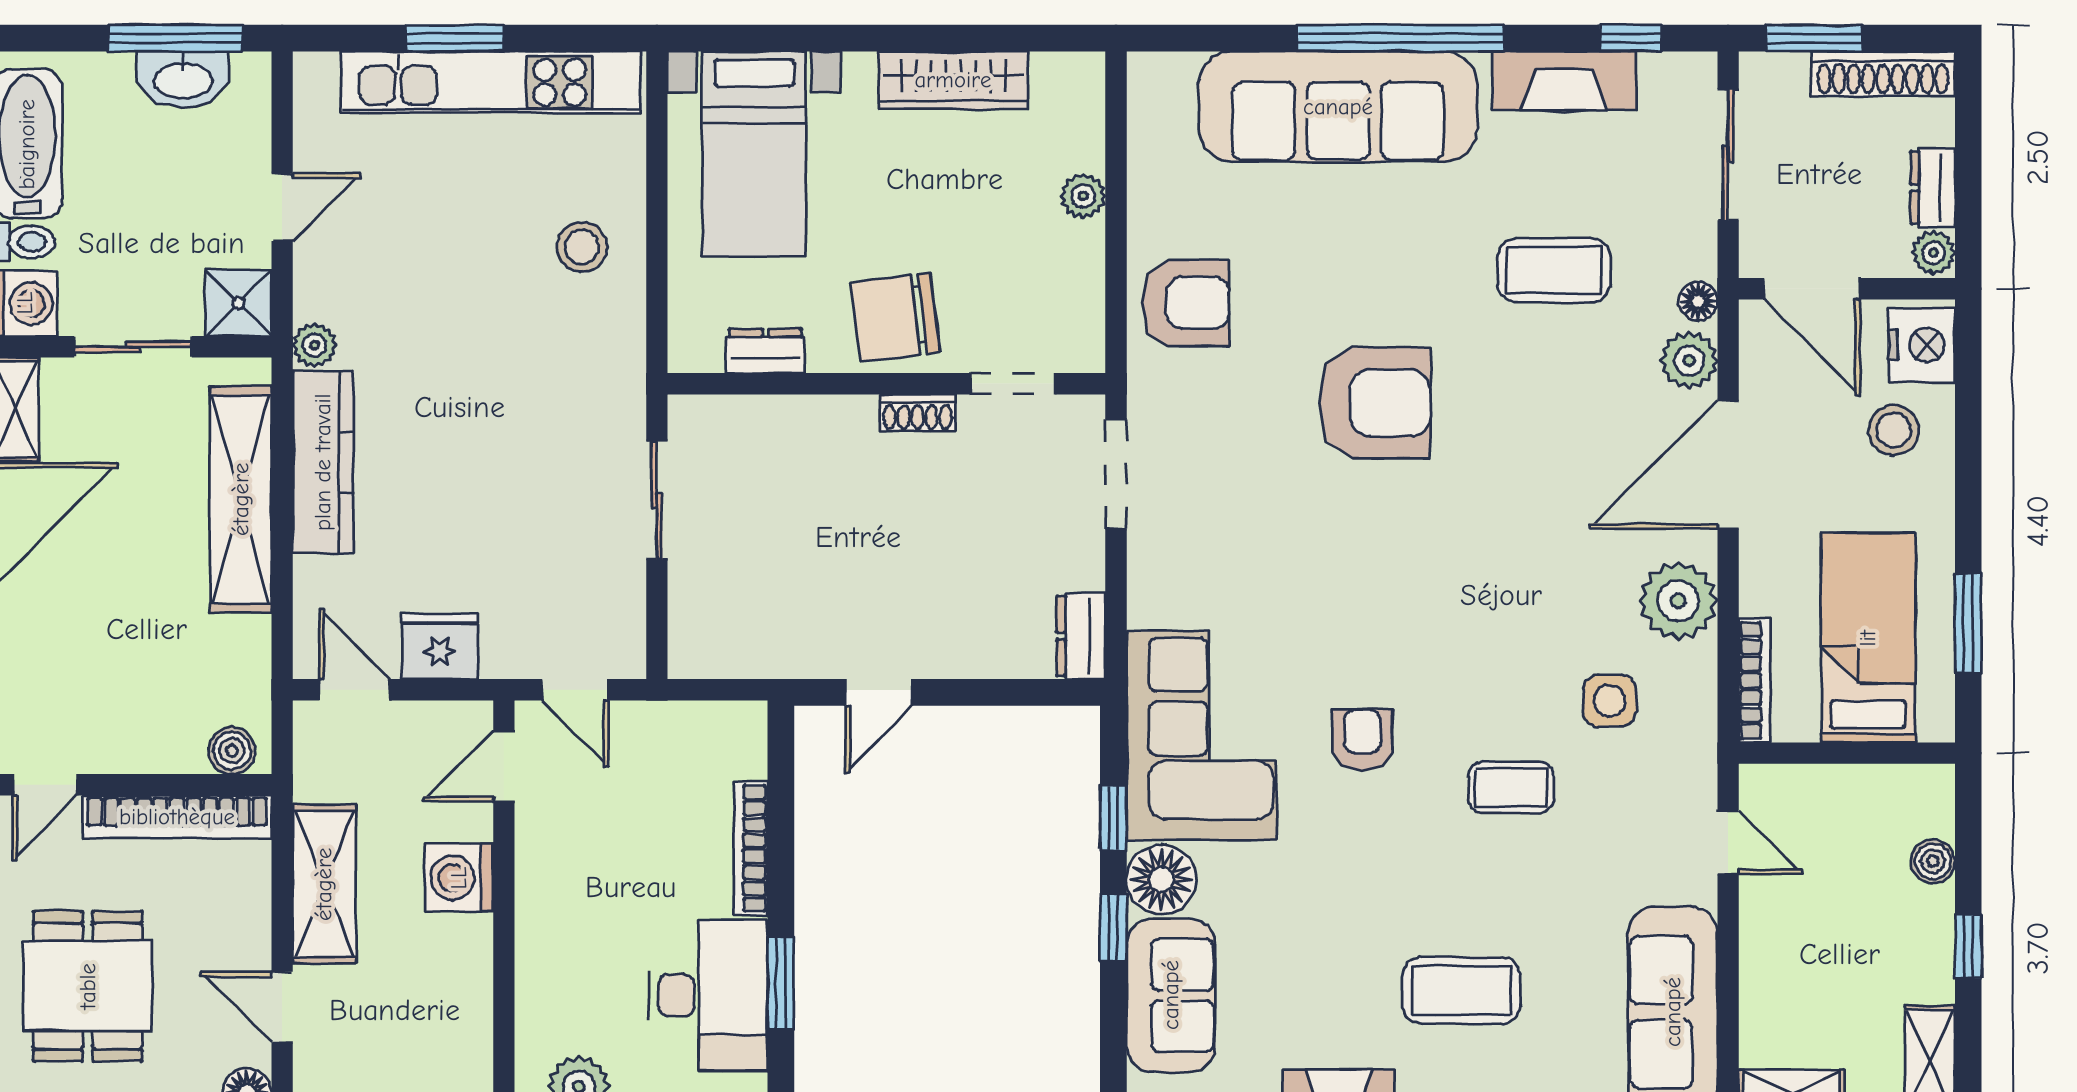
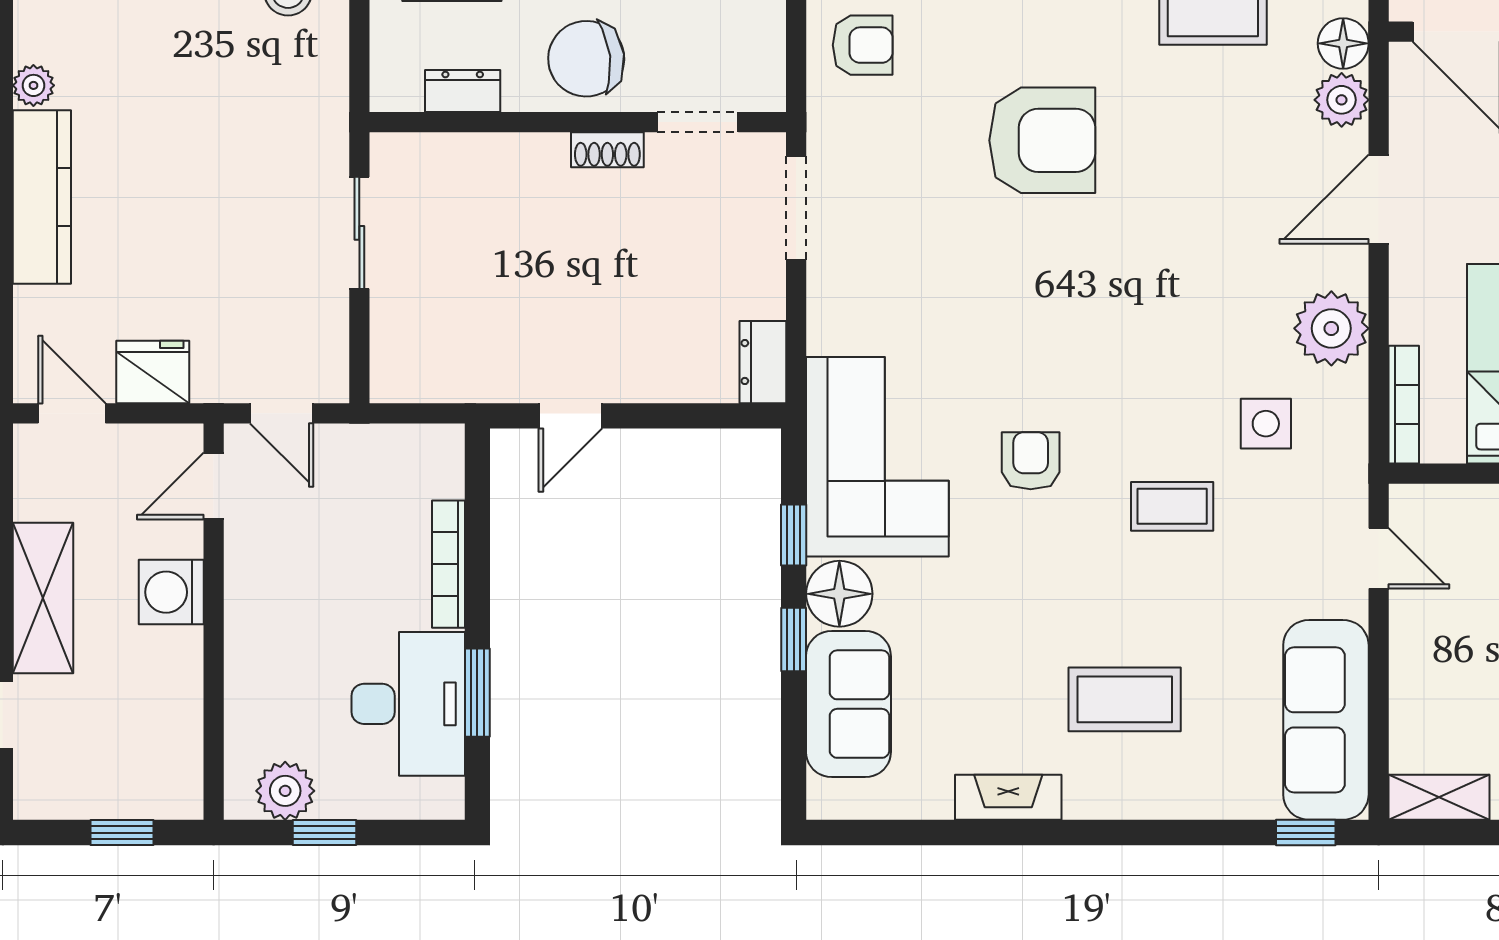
floor lamp: (1698, 301) -> (1343, 43), width x1.37, depth x1.37
armchair: (1186, 303) -> (863, 45), width x0.72, depth x0.72
door: (1728, 465) -> (1379, 199), width x0.73

